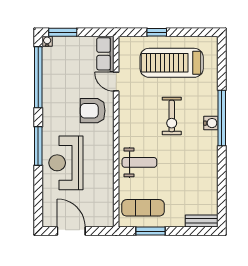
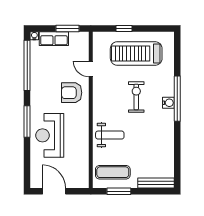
window: (63, 32) -> (67, 29), moved
row of seats: (105, 54) -> (54, 39), moved, turned -90
exercise bike: (172, 116) -> (136, 97), turned 180
bench: (202, 221) -> (156, 183), width x1.36

